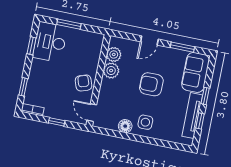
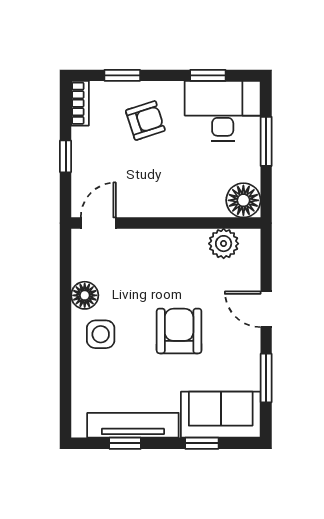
floor lamp: (95, 41) -> (243, 200), added
plant: (111, 71) -> (190, 245), removed
armchair: (84, 83) -> (145, 120), moved
window: (205, 96) -> (202, 443), moved

